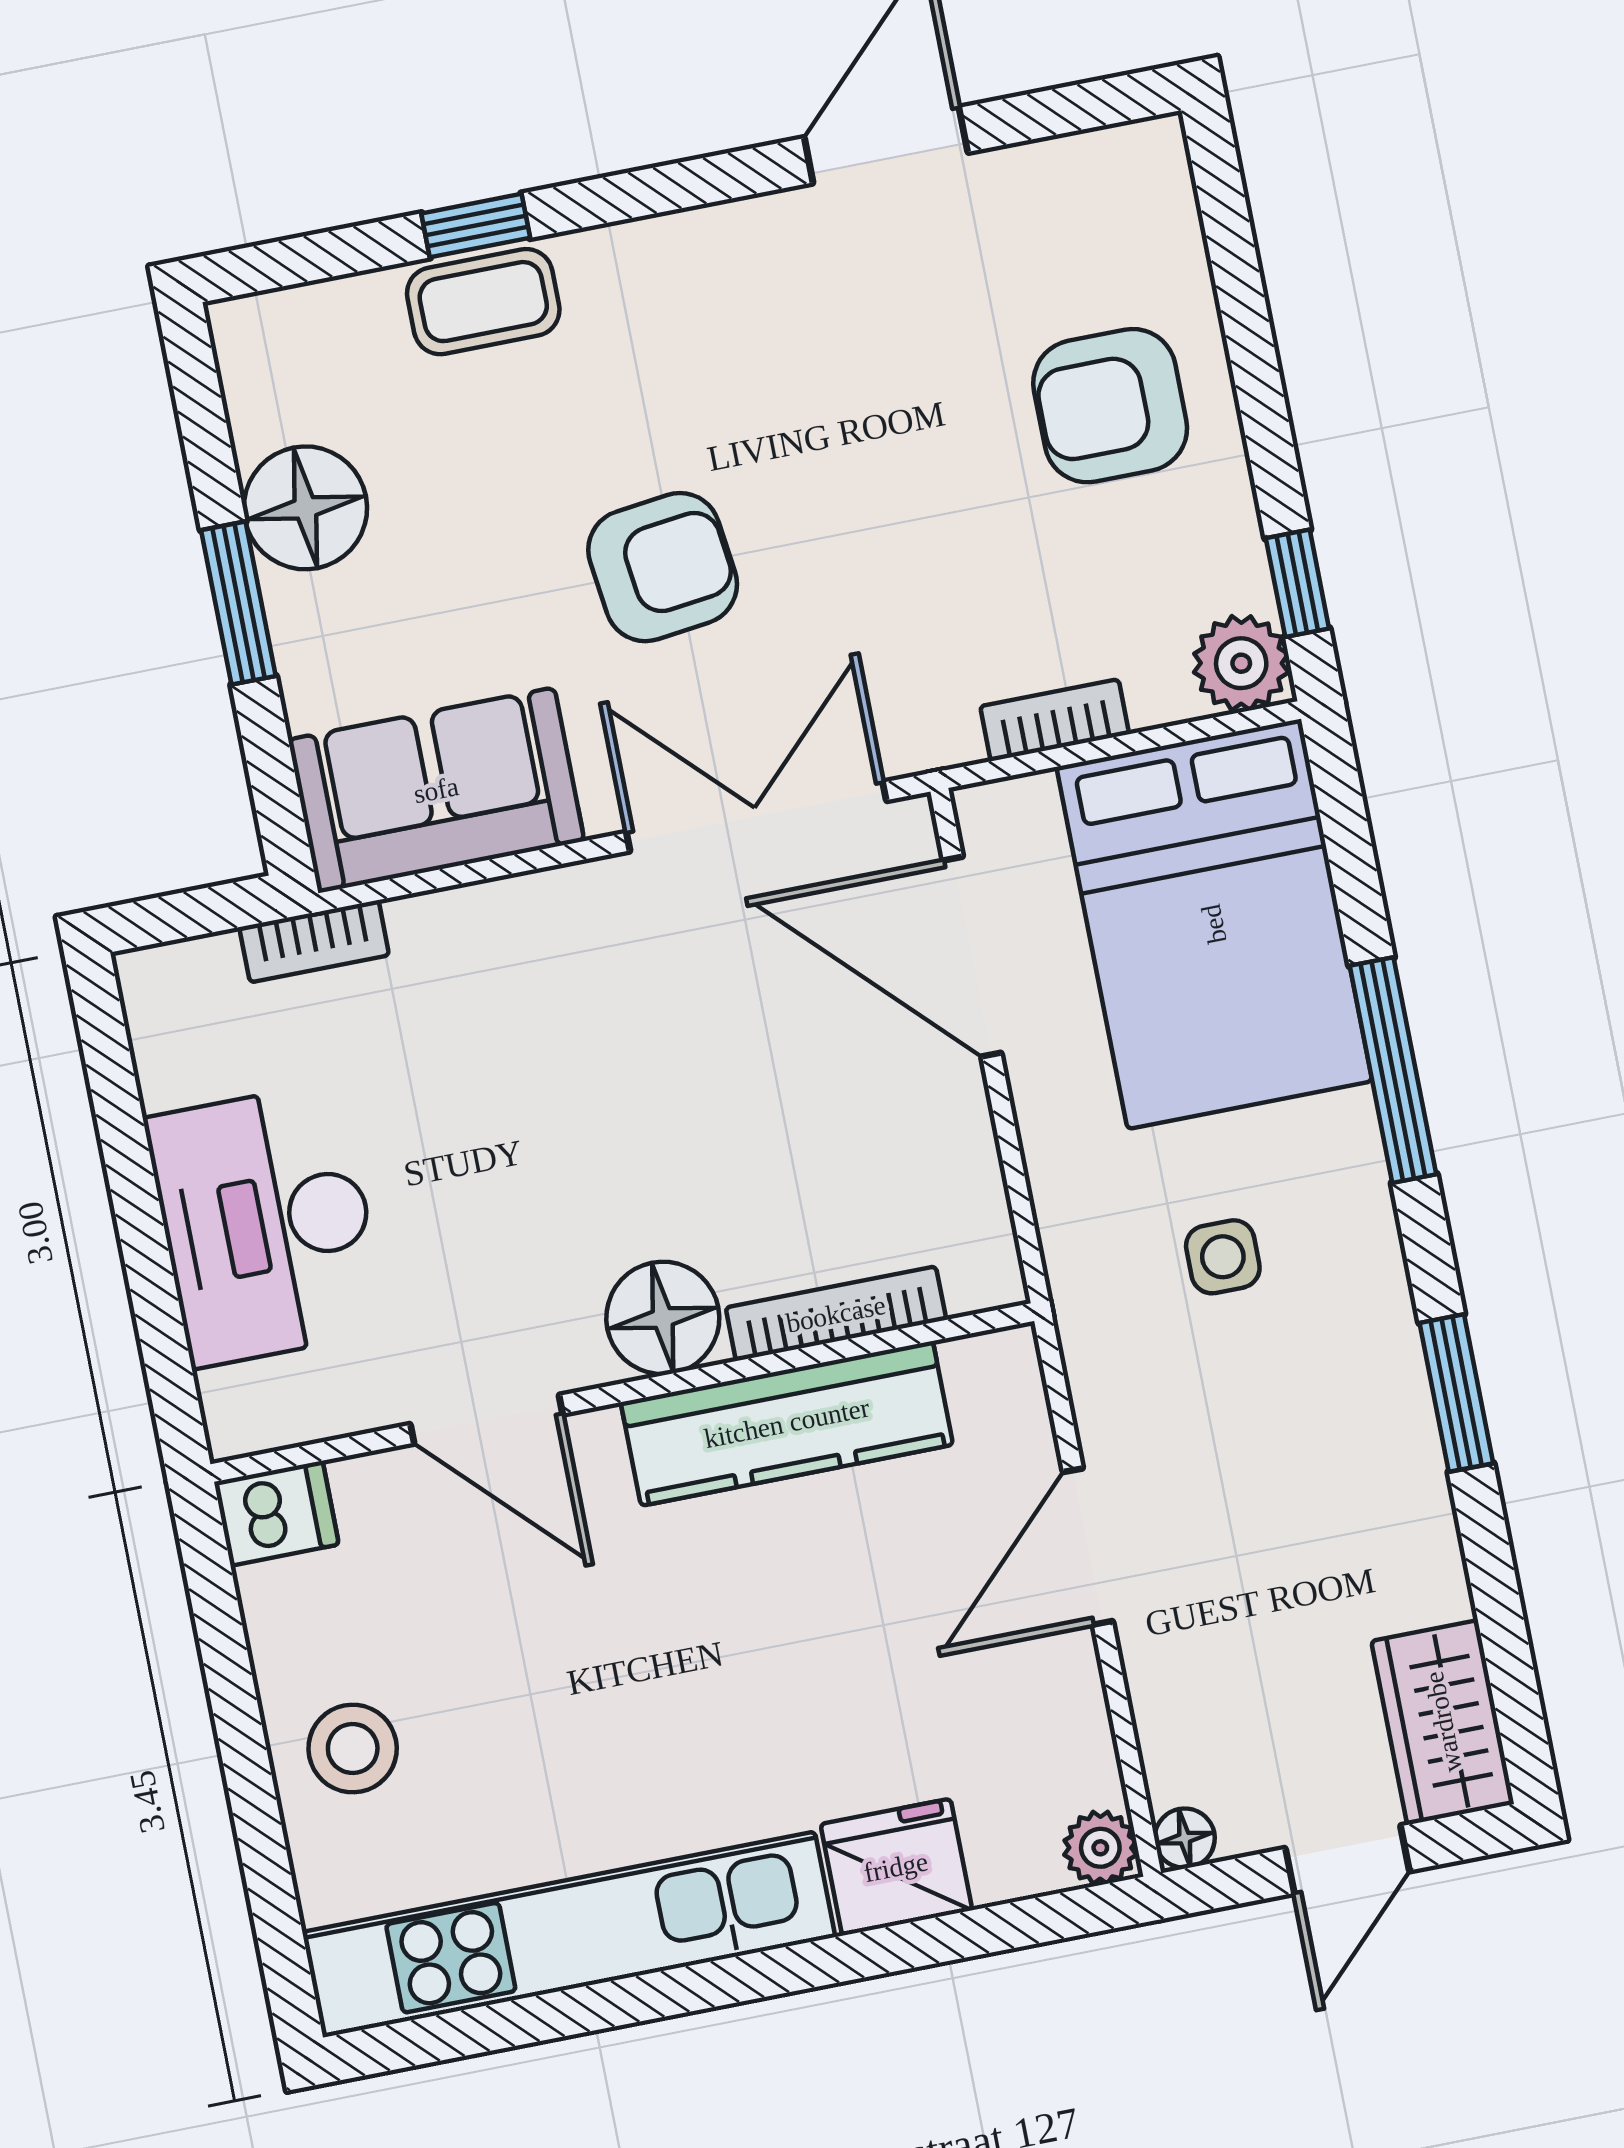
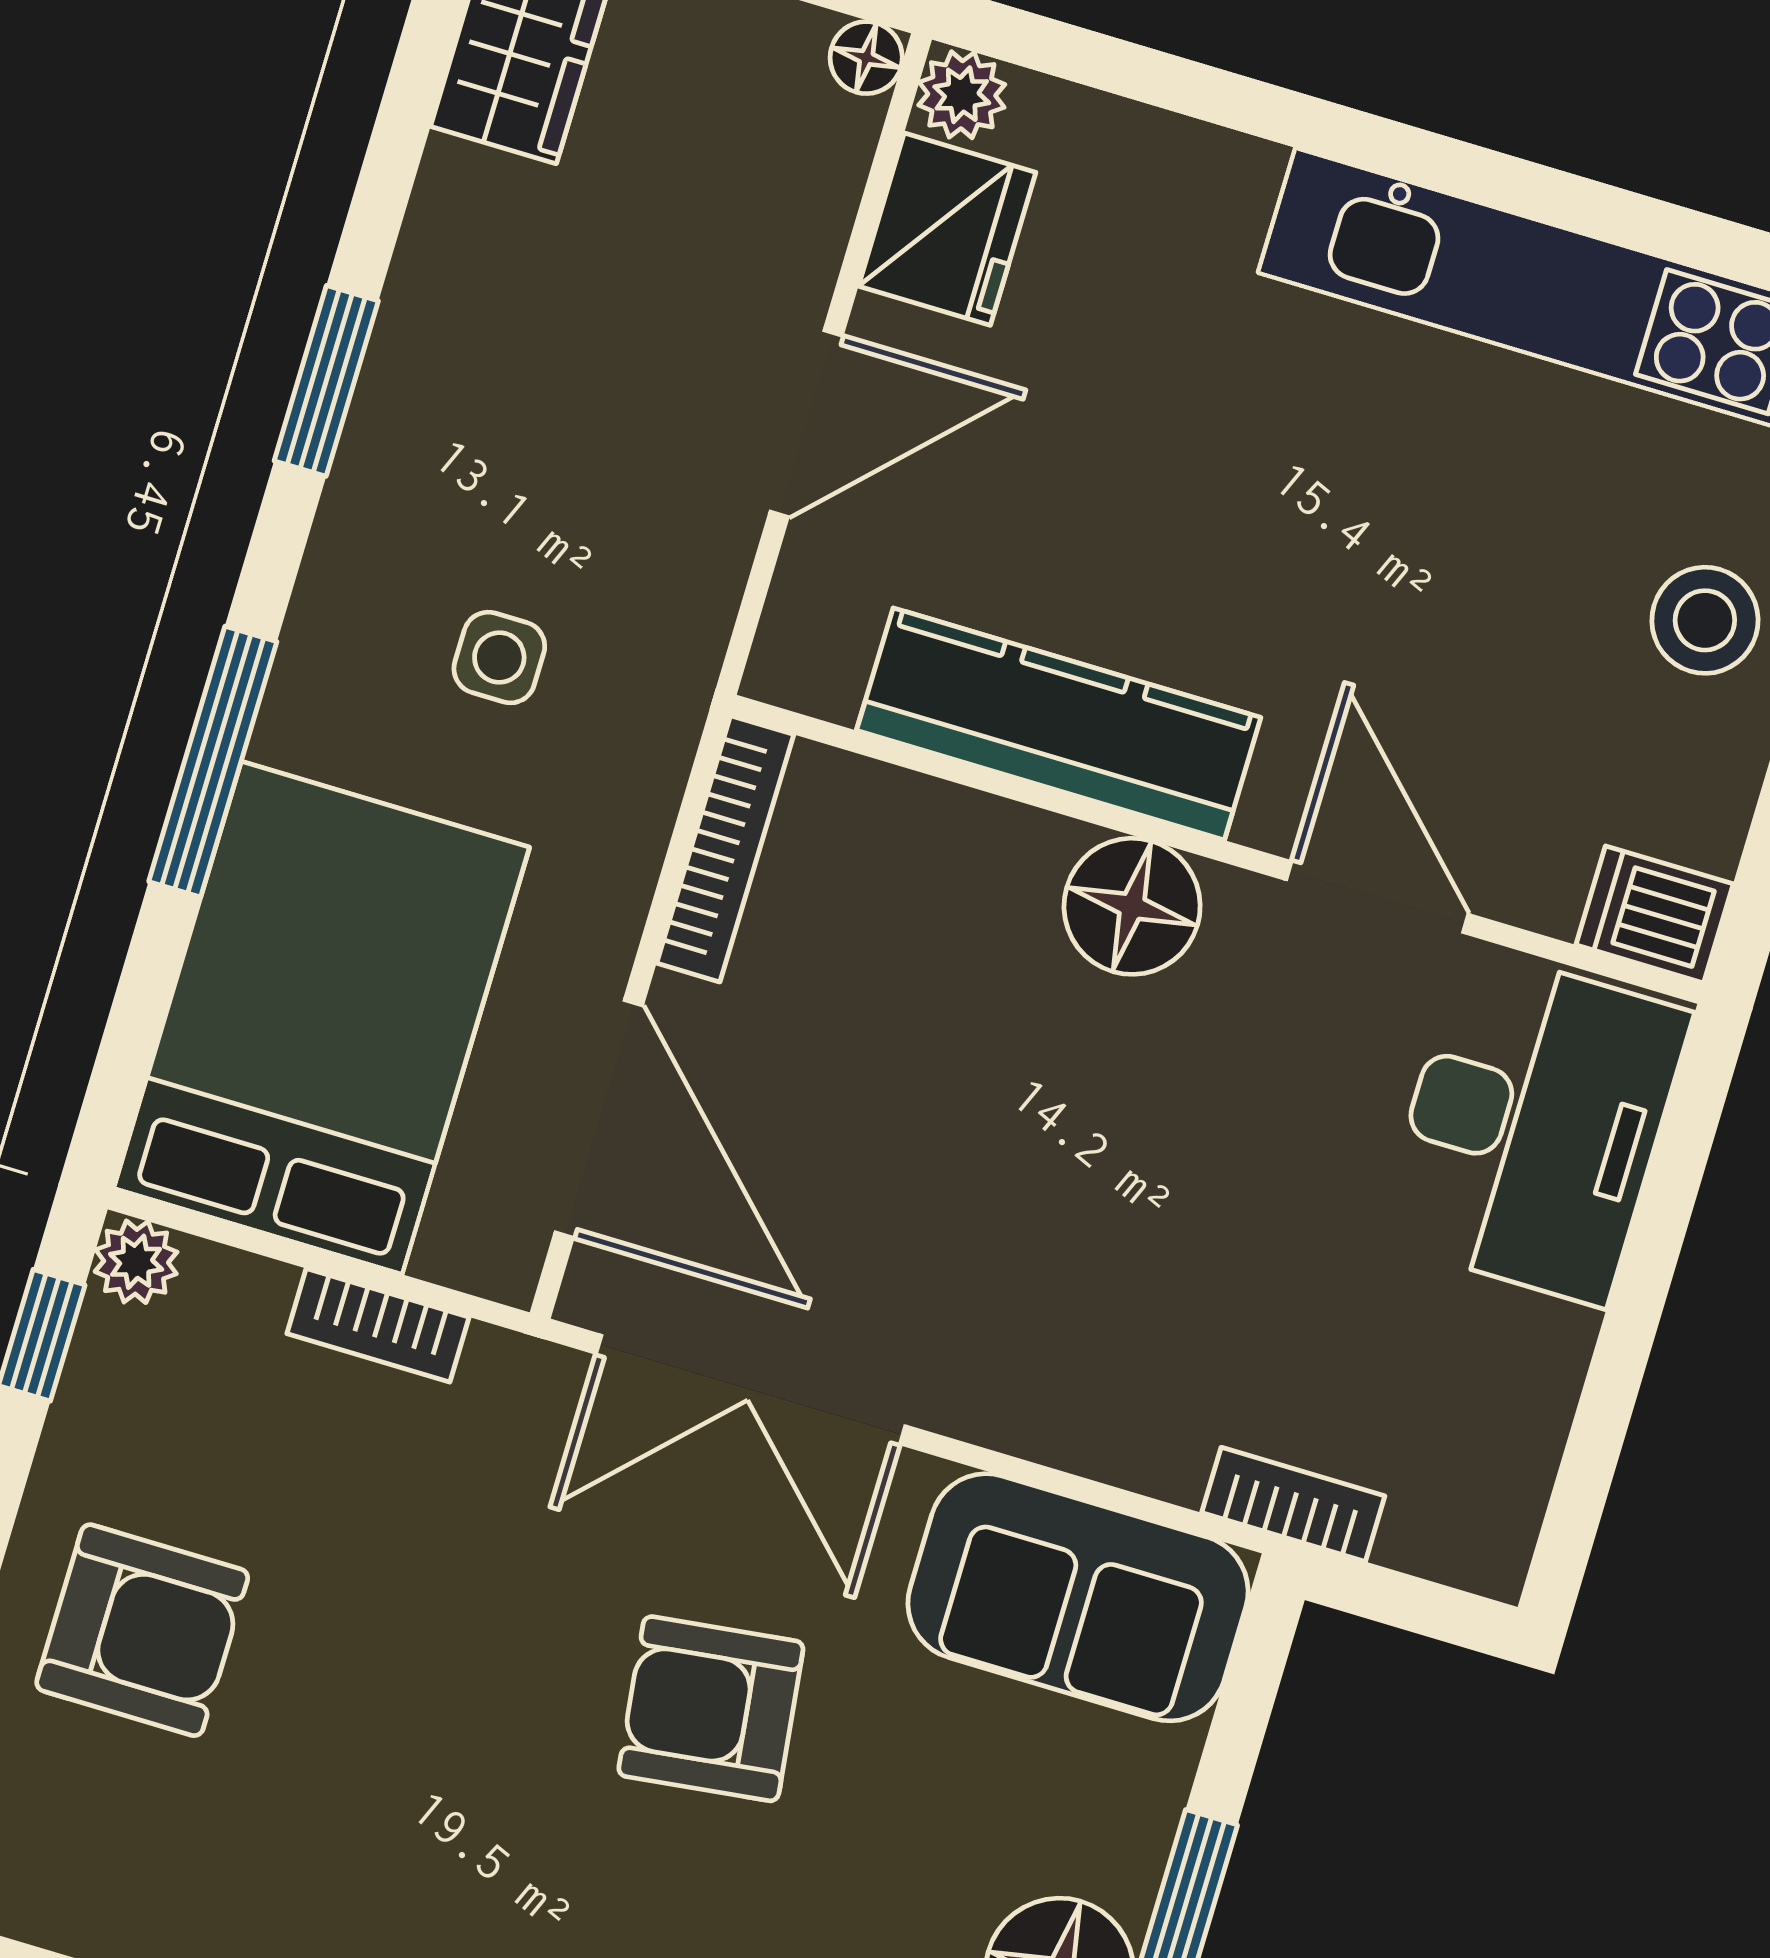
plant: (1241, 663) -> (136, 1262), width x0.73, depth x0.73
desk: (266, 1225) -> (1534, 1126), moved
bookcase: (836, 1314) -> (725, 849), moved, turned -90
fridge: (896, 1867) -> (947, 229), moved, turned -90

